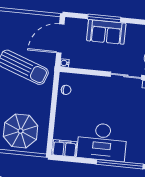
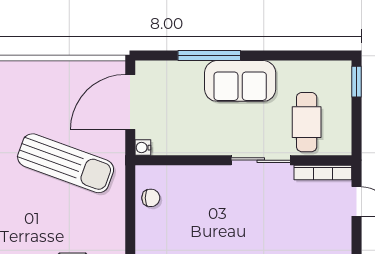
sofa: (106, 32) -> (240, 81), moved

